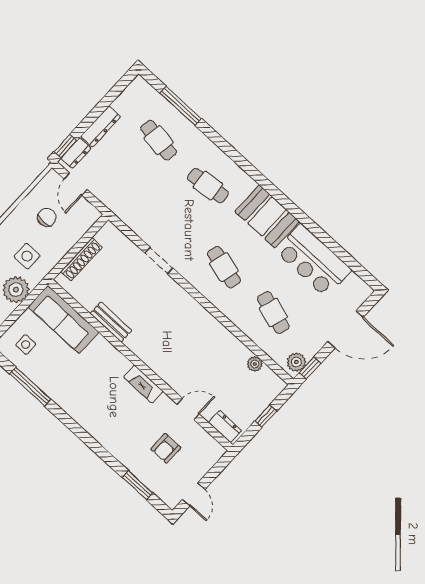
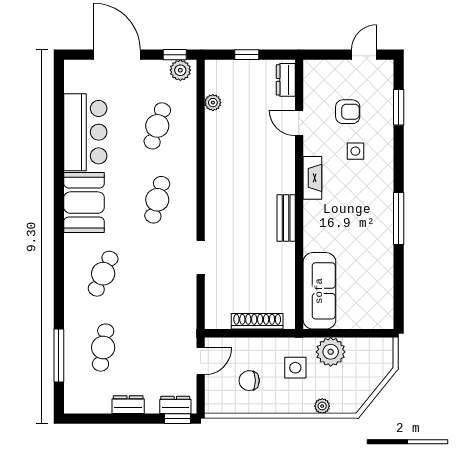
dresser: (101, 126) -> (128, 405), width x0.70
door: (76, 184) -> (201, 361), moved
cafe table: (208, 186) -> (103, 274), turned 30
bench: (111, 322) -> (286, 218), moved
side table: (26, 344) -> (355, 151), moved
window: (30, 387) -> (399, 219), moved

